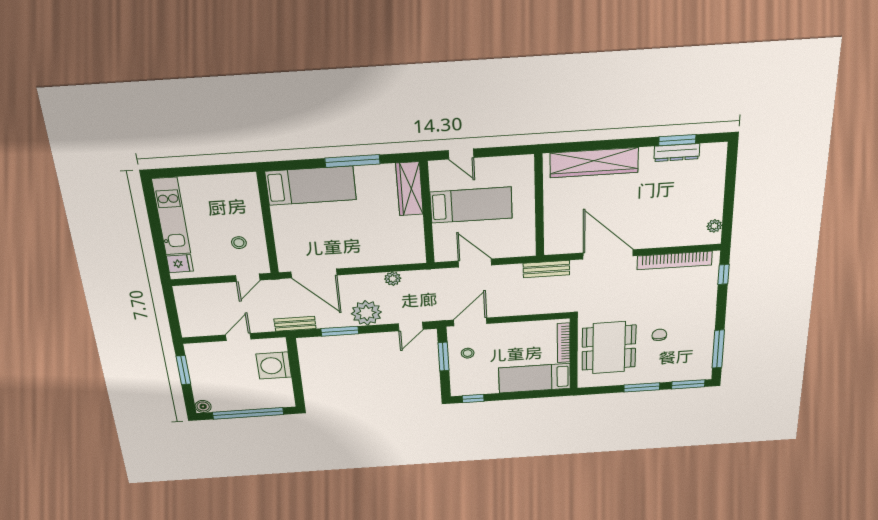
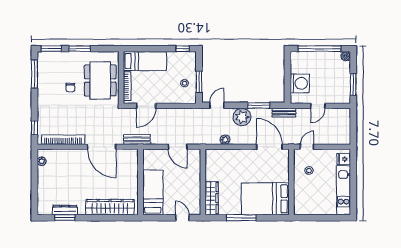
bed: (311, 186) -> (265, 199), width x1.50
bed: (471, 205) -> (153, 192), moved, turned 90
door: (470, 322) -> (146, 106), moved

